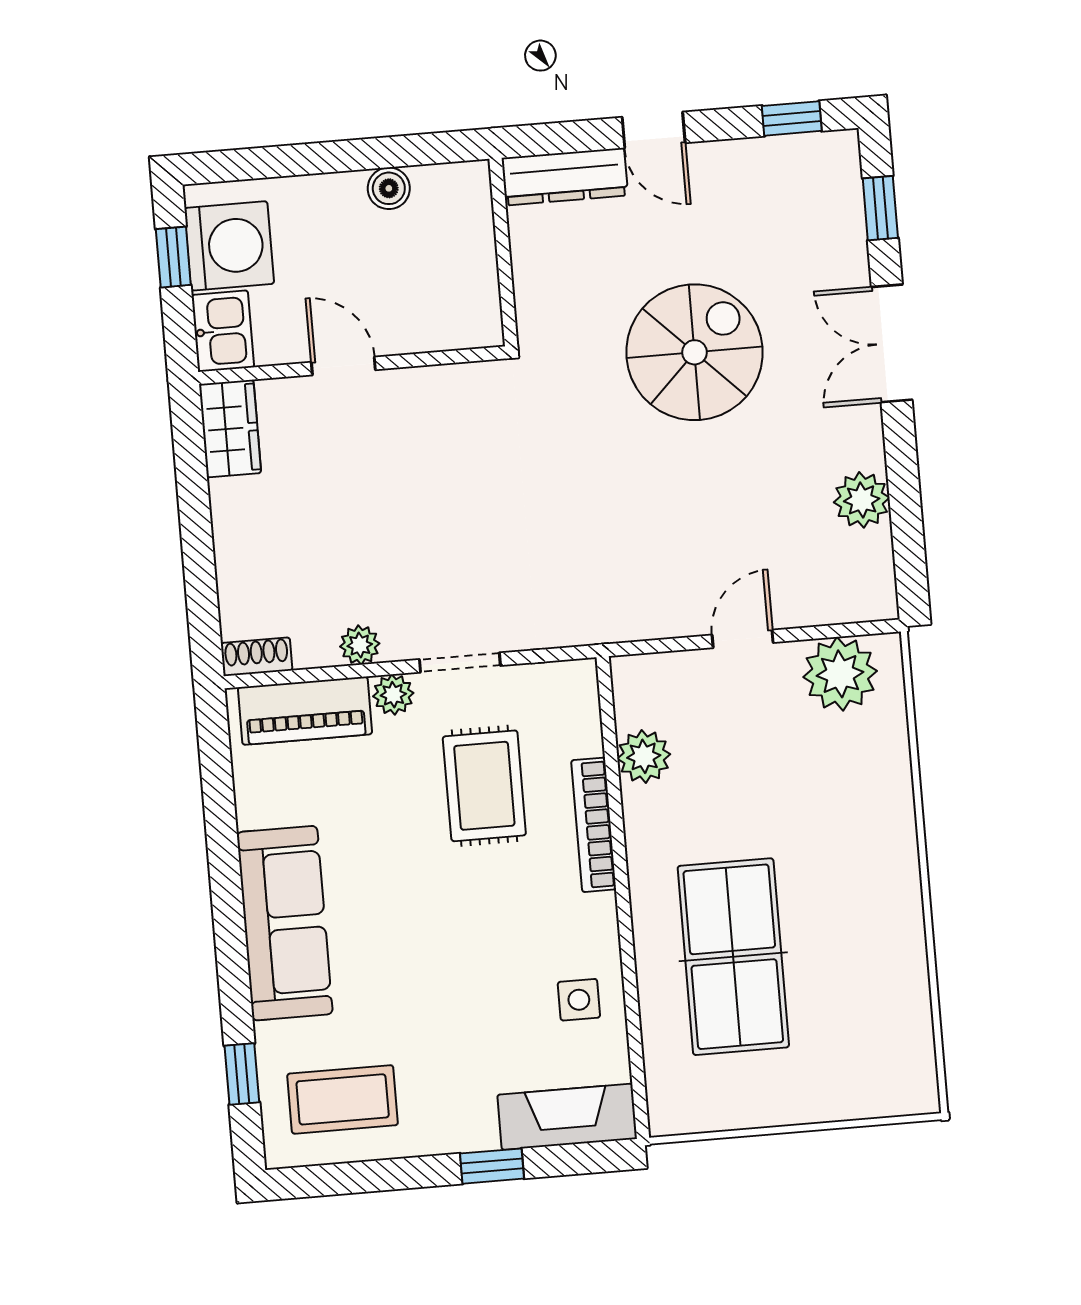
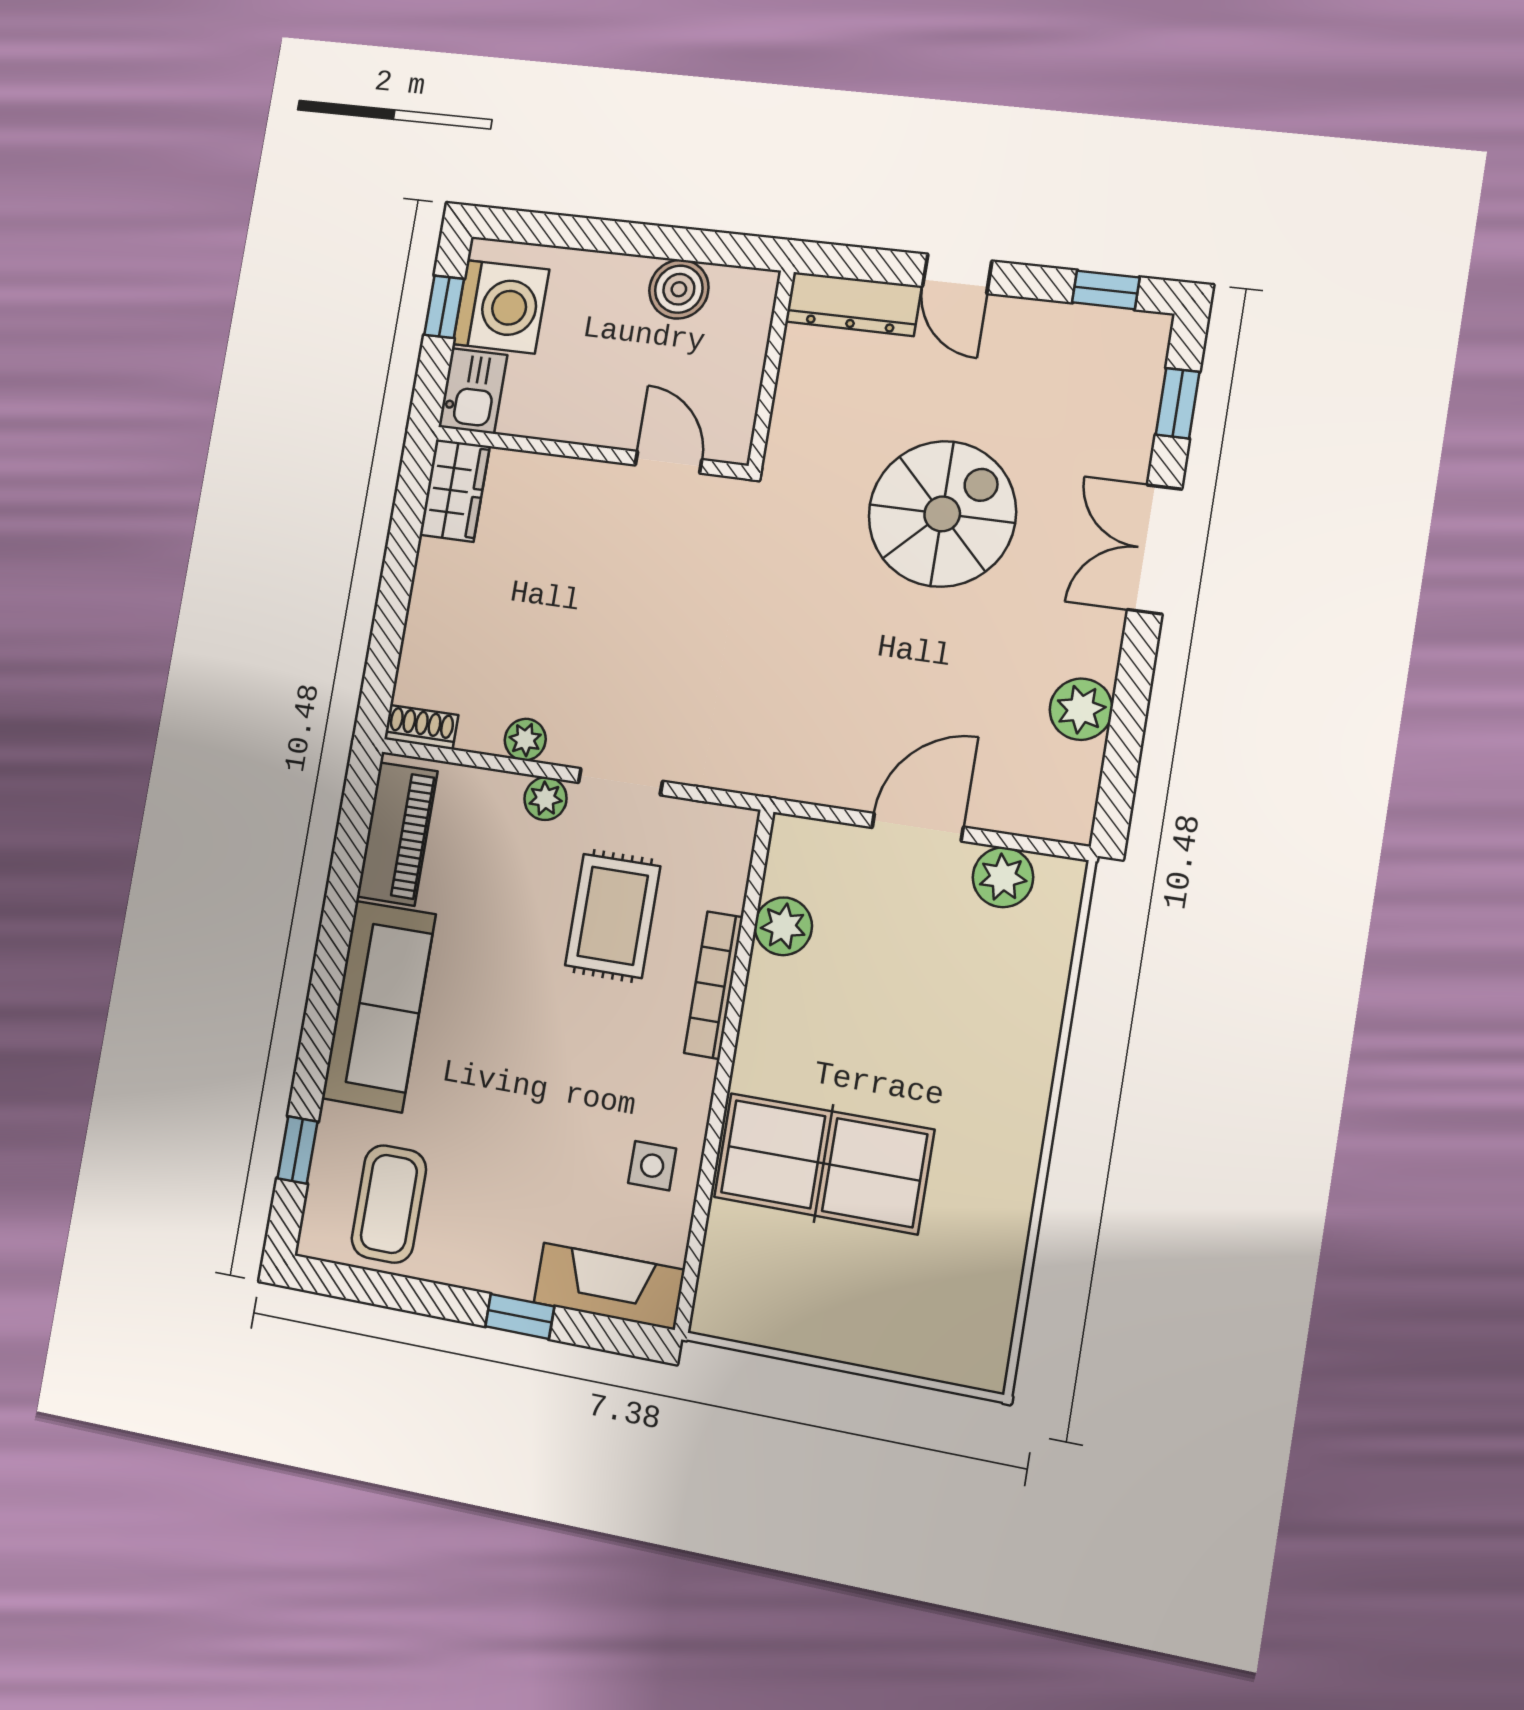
boiler: (389, 188) -> (679, 289), width x1.36, depth x1.36
door: (343, 366) -> (668, 462), moved
door: (743, 639) -> (918, 827), width x1.38
plant: (840, 674) -> (1003, 877), width x0.73, depth x0.73
piano: (305, 711) -> (397, 834), moved, turned -90
table tennis table: (733, 957) -> (824, 1163), turned 90
coffee table: (343, 1099) -> (389, 1204), turned 90

